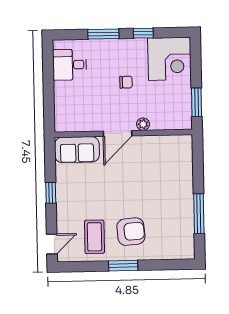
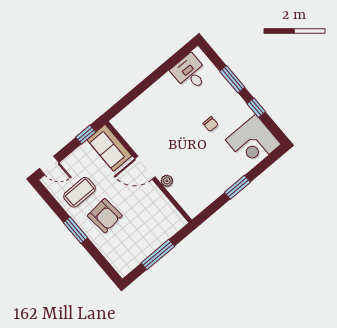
plant: (143, 124) -> (167, 181), moved
door: (118, 133) -> (145, 168), moved
wall: (123, 133) -> (149, 172), moved
sofa: (77, 150) -> (109, 148), moved

